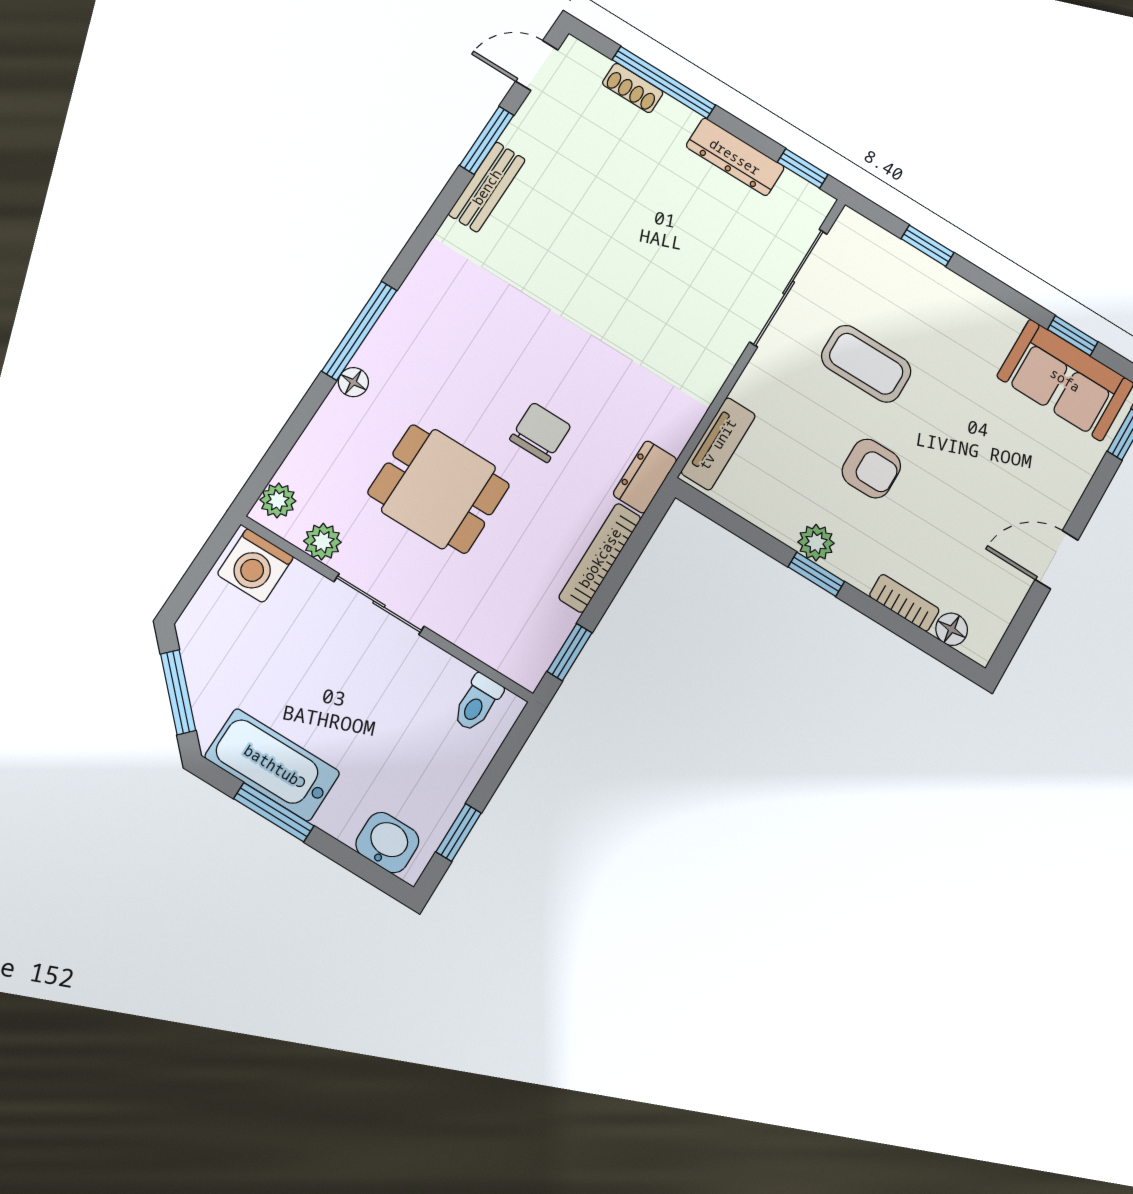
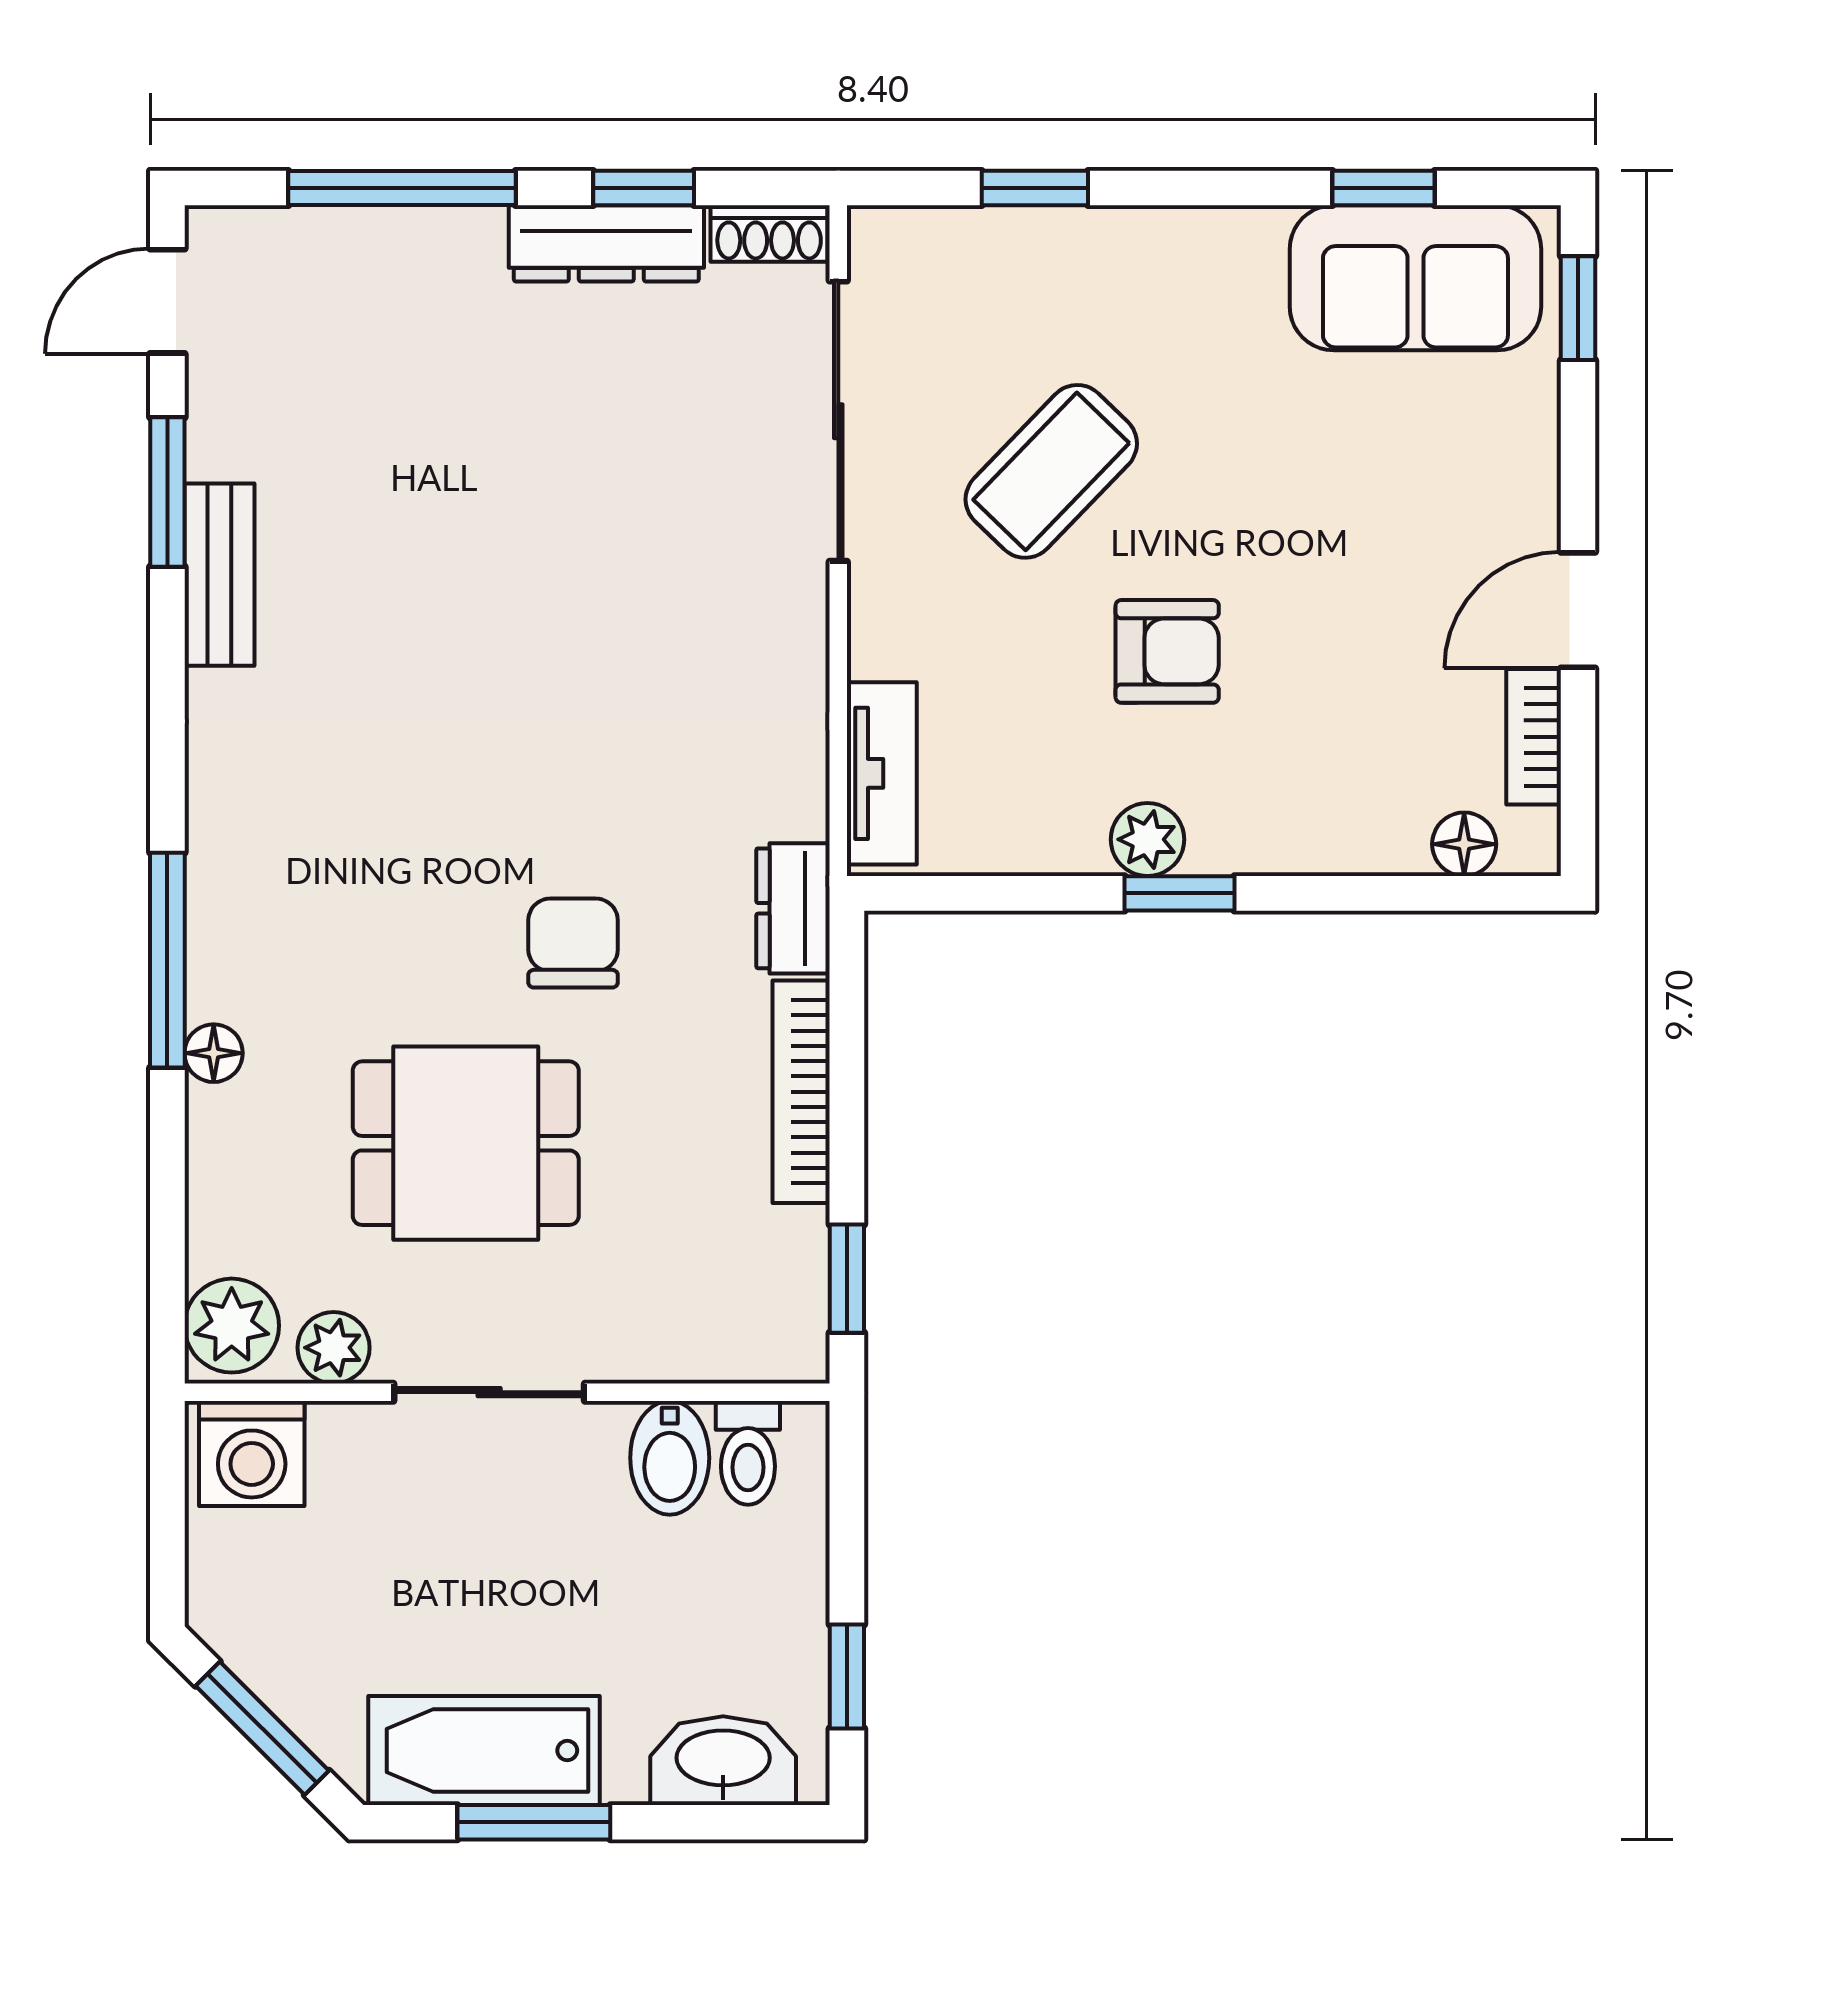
shoe rack: (633, 88) -> (769, 234), moved
window: (803, 168) -> (644, 188), moved
coffee table: (866, 364) -> (1051, 471), turned -46
plant: (278, 500) -> (232, 1326), width x1.38, depth x1.38
bookcase: (904, 603) -> (1534, 737), moved, turned -90
bidet: (441, 683) -> (670, 1458), added
washbasin: (387, 842) -> (723, 1761), width x1.38

